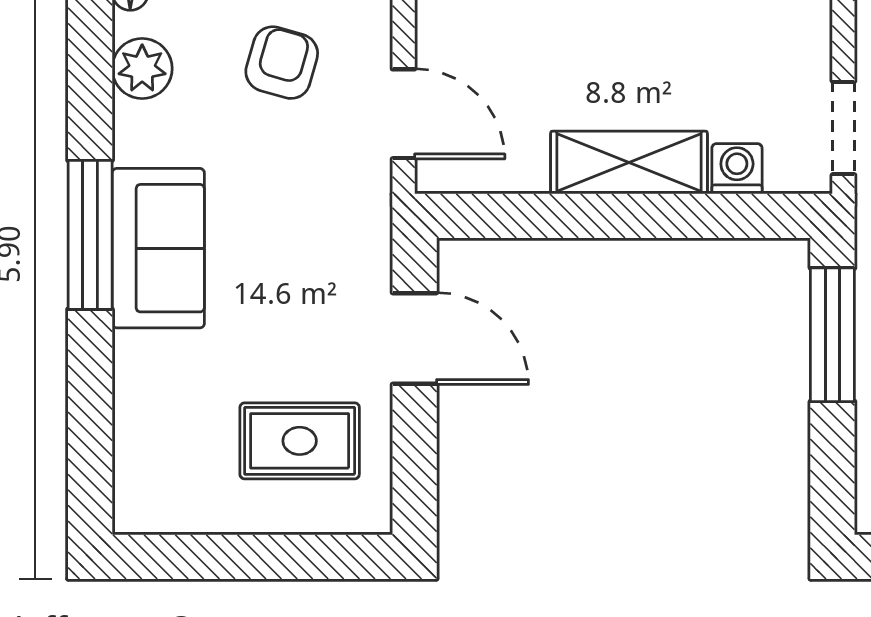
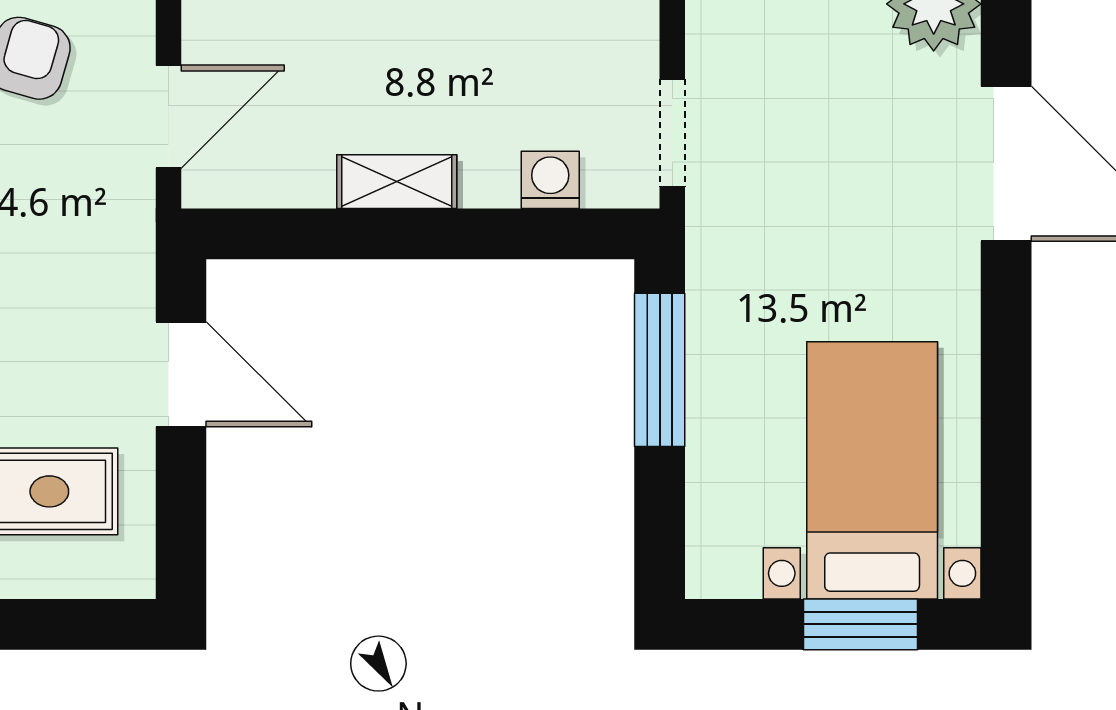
door: (404, 114) -> (168, 117), hinge flipped
shelving: (629, 163) -> (397, 182), width x0.67, depth x0.75

